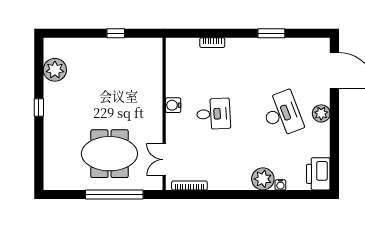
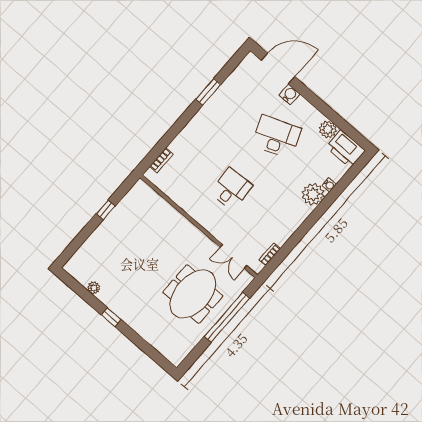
bookcase: (212, 43) -> (161, 160), moved
plant: (55, 70) -> (94, 288), width x0.53, depth x0.53
water cooler: (173, 105) -> (290, 94), moved, turned 180
plant: (321, 113) -> (328, 129), moved
bookcase: (189, 185) -> (270, 254), width x0.64

